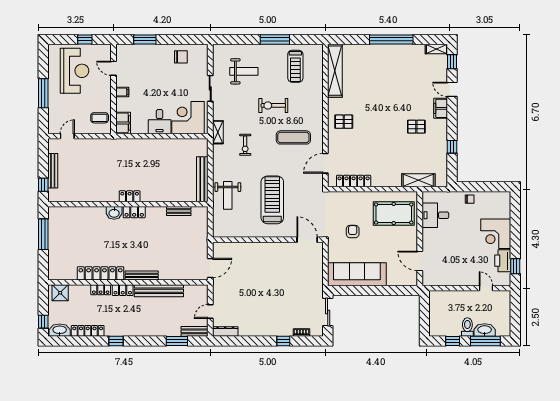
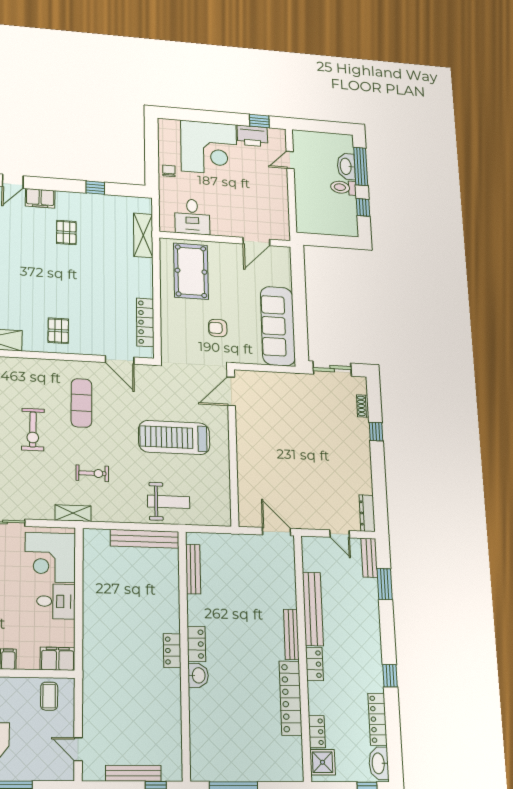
bench: (179, 211) -> (193, 569), width x1.36
corner desk: (496, 234) -> (209, 148), width x1.36, depth x1.36
locker: (101, 290) -> (317, 732), moved

